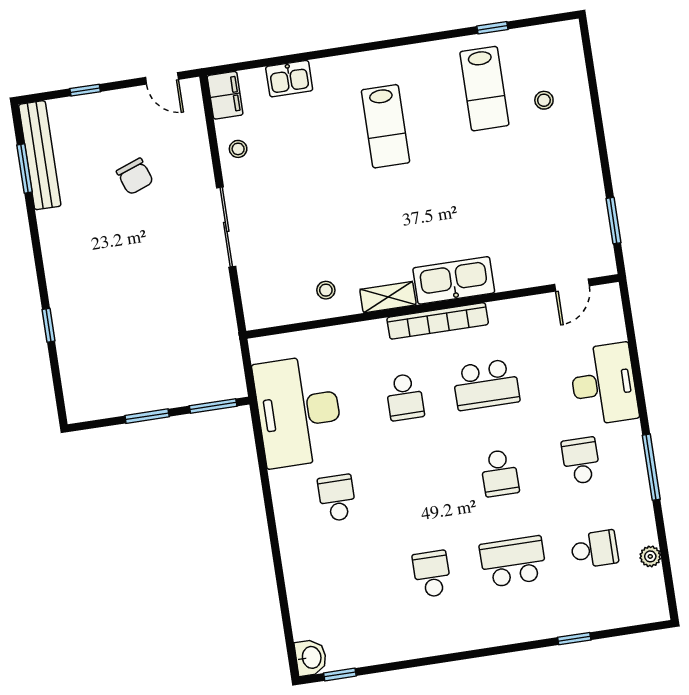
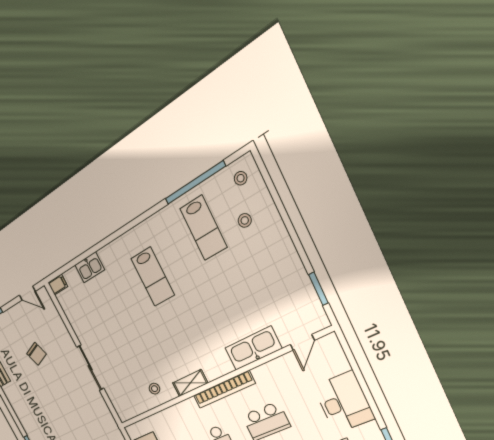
window: (492, 28) -> (195, 183), width x3.17
filing cabinet: (225, 95) -> (58, 285), width x0.50
stool: (238, 149) -> (241, 178), moved
kitchen sink: (454, 280) -> (253, 348), moved

